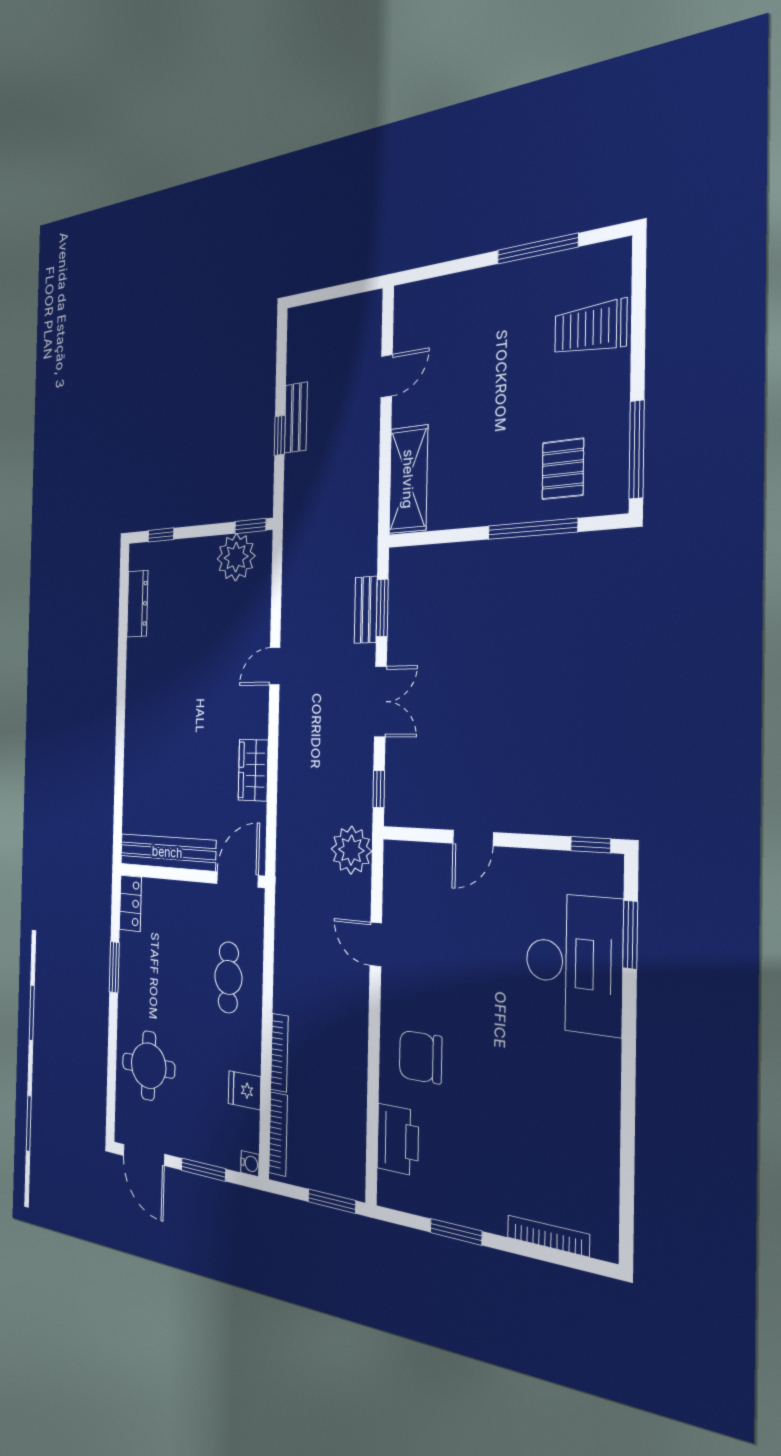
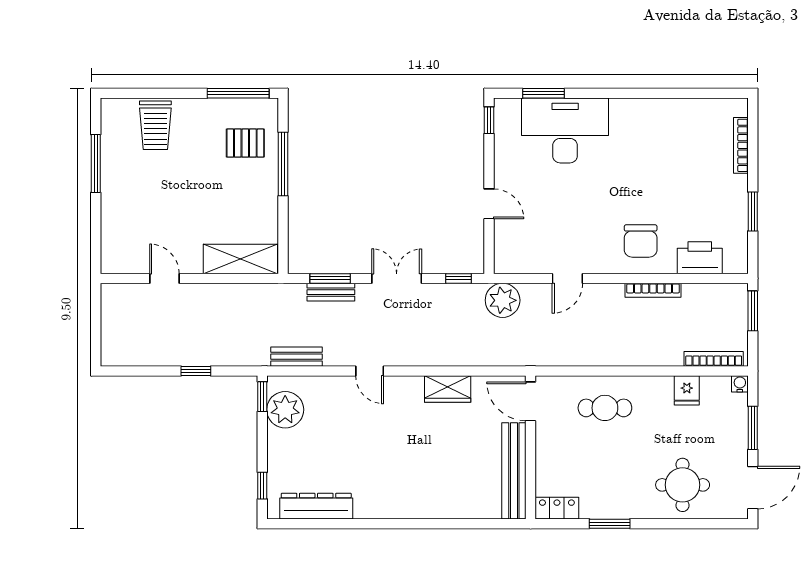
bench: (296, 418) -> (297, 357), moved
dresser: (137, 604) -> (316, 506), width x1.37, depth x1.24
bookcase: (279, 1053) -> (653, 290), moved, turned 180

